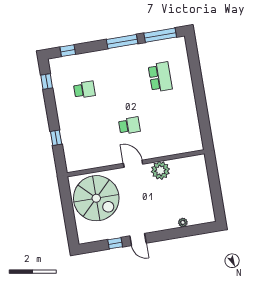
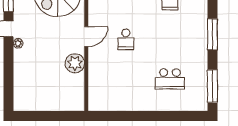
window: (122, 42) -> (212, 34), moved
plant: (183, 222) -> (18, 43), moved

